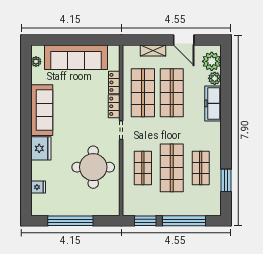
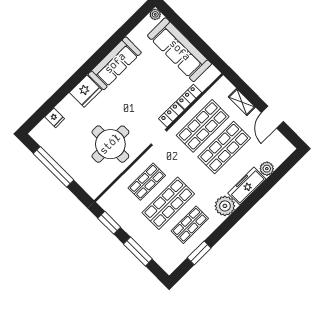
plant: (212, 61) -> (225, 206), moved
plant: (36, 62) -> (155, 14), moved
window: (184, 221) -> (138, 252), width x0.68

